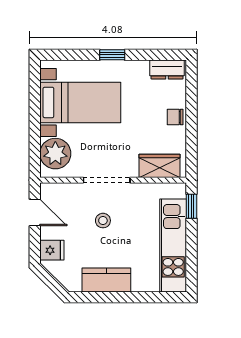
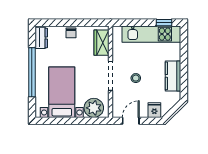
window: (112, 55) -> (32, 72), width x3.17
window: (191, 206) -> (164, 23), moved

